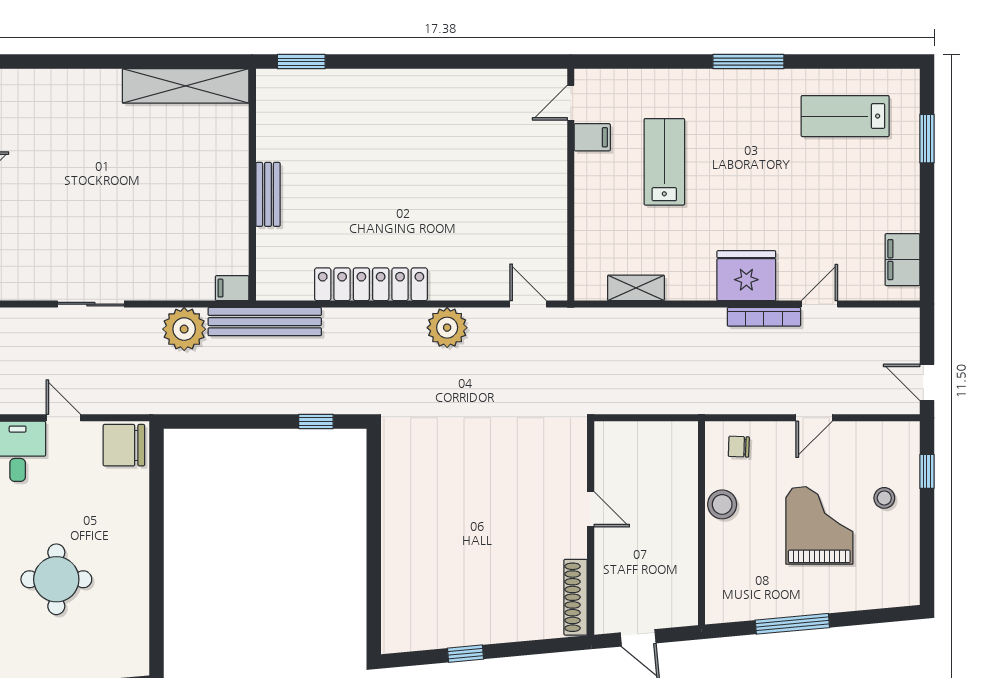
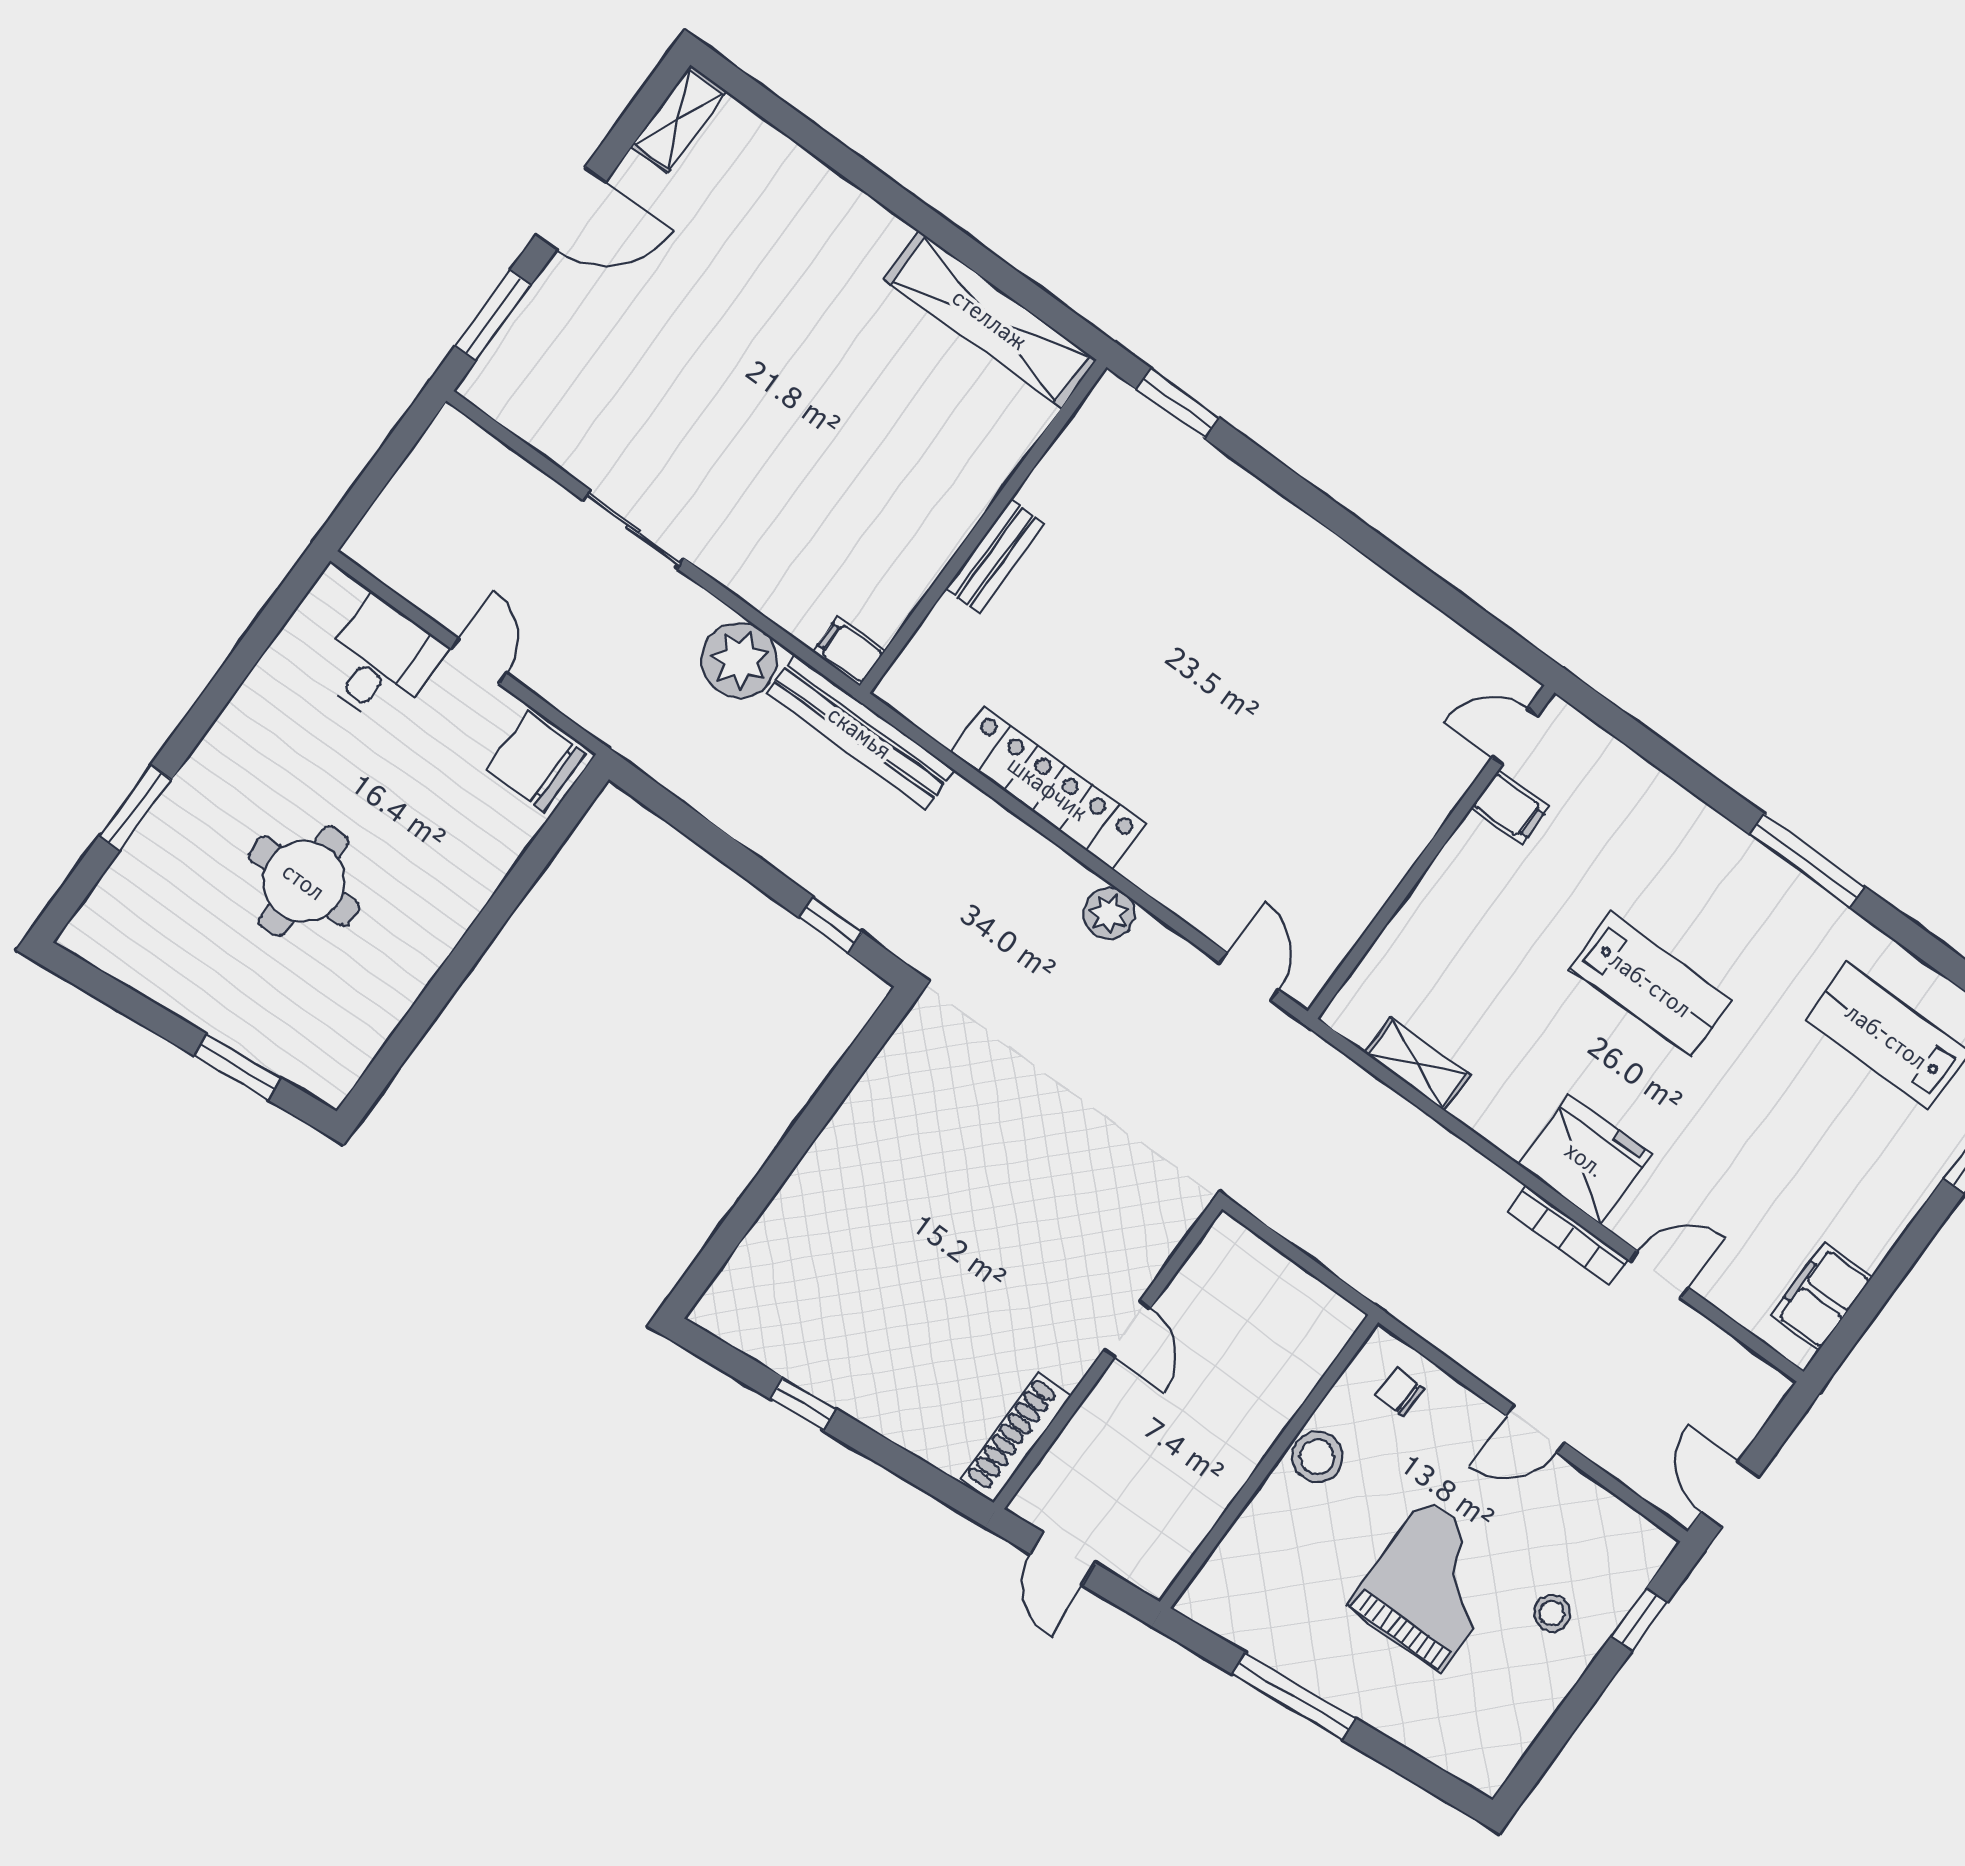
lab bench: (664, 162) -> (1651, 984), moved, turned 90
plant: (447, 328) -> (1109, 914), width x0.73, depth x0.73

